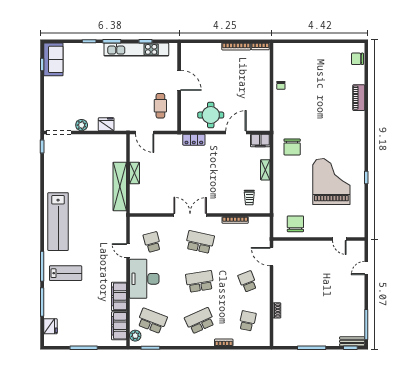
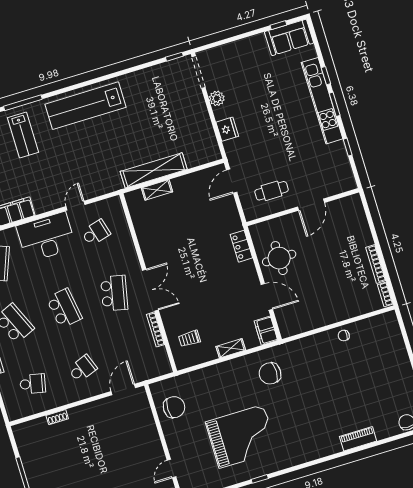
kitchen unit: (136, 49) -> (322, 101), moved
shelving: (135, 173) -> (157, 190), moved
double door: (190, 215) -> (150, 290), moved

